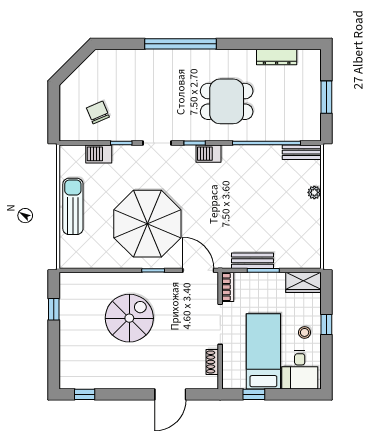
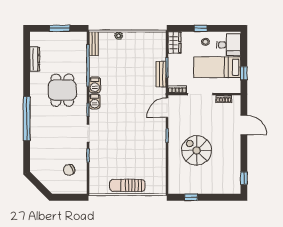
barbecue: (99, 154) -> (95, 85), moved
parasol: (147, 224) -> (138, 139), removed

